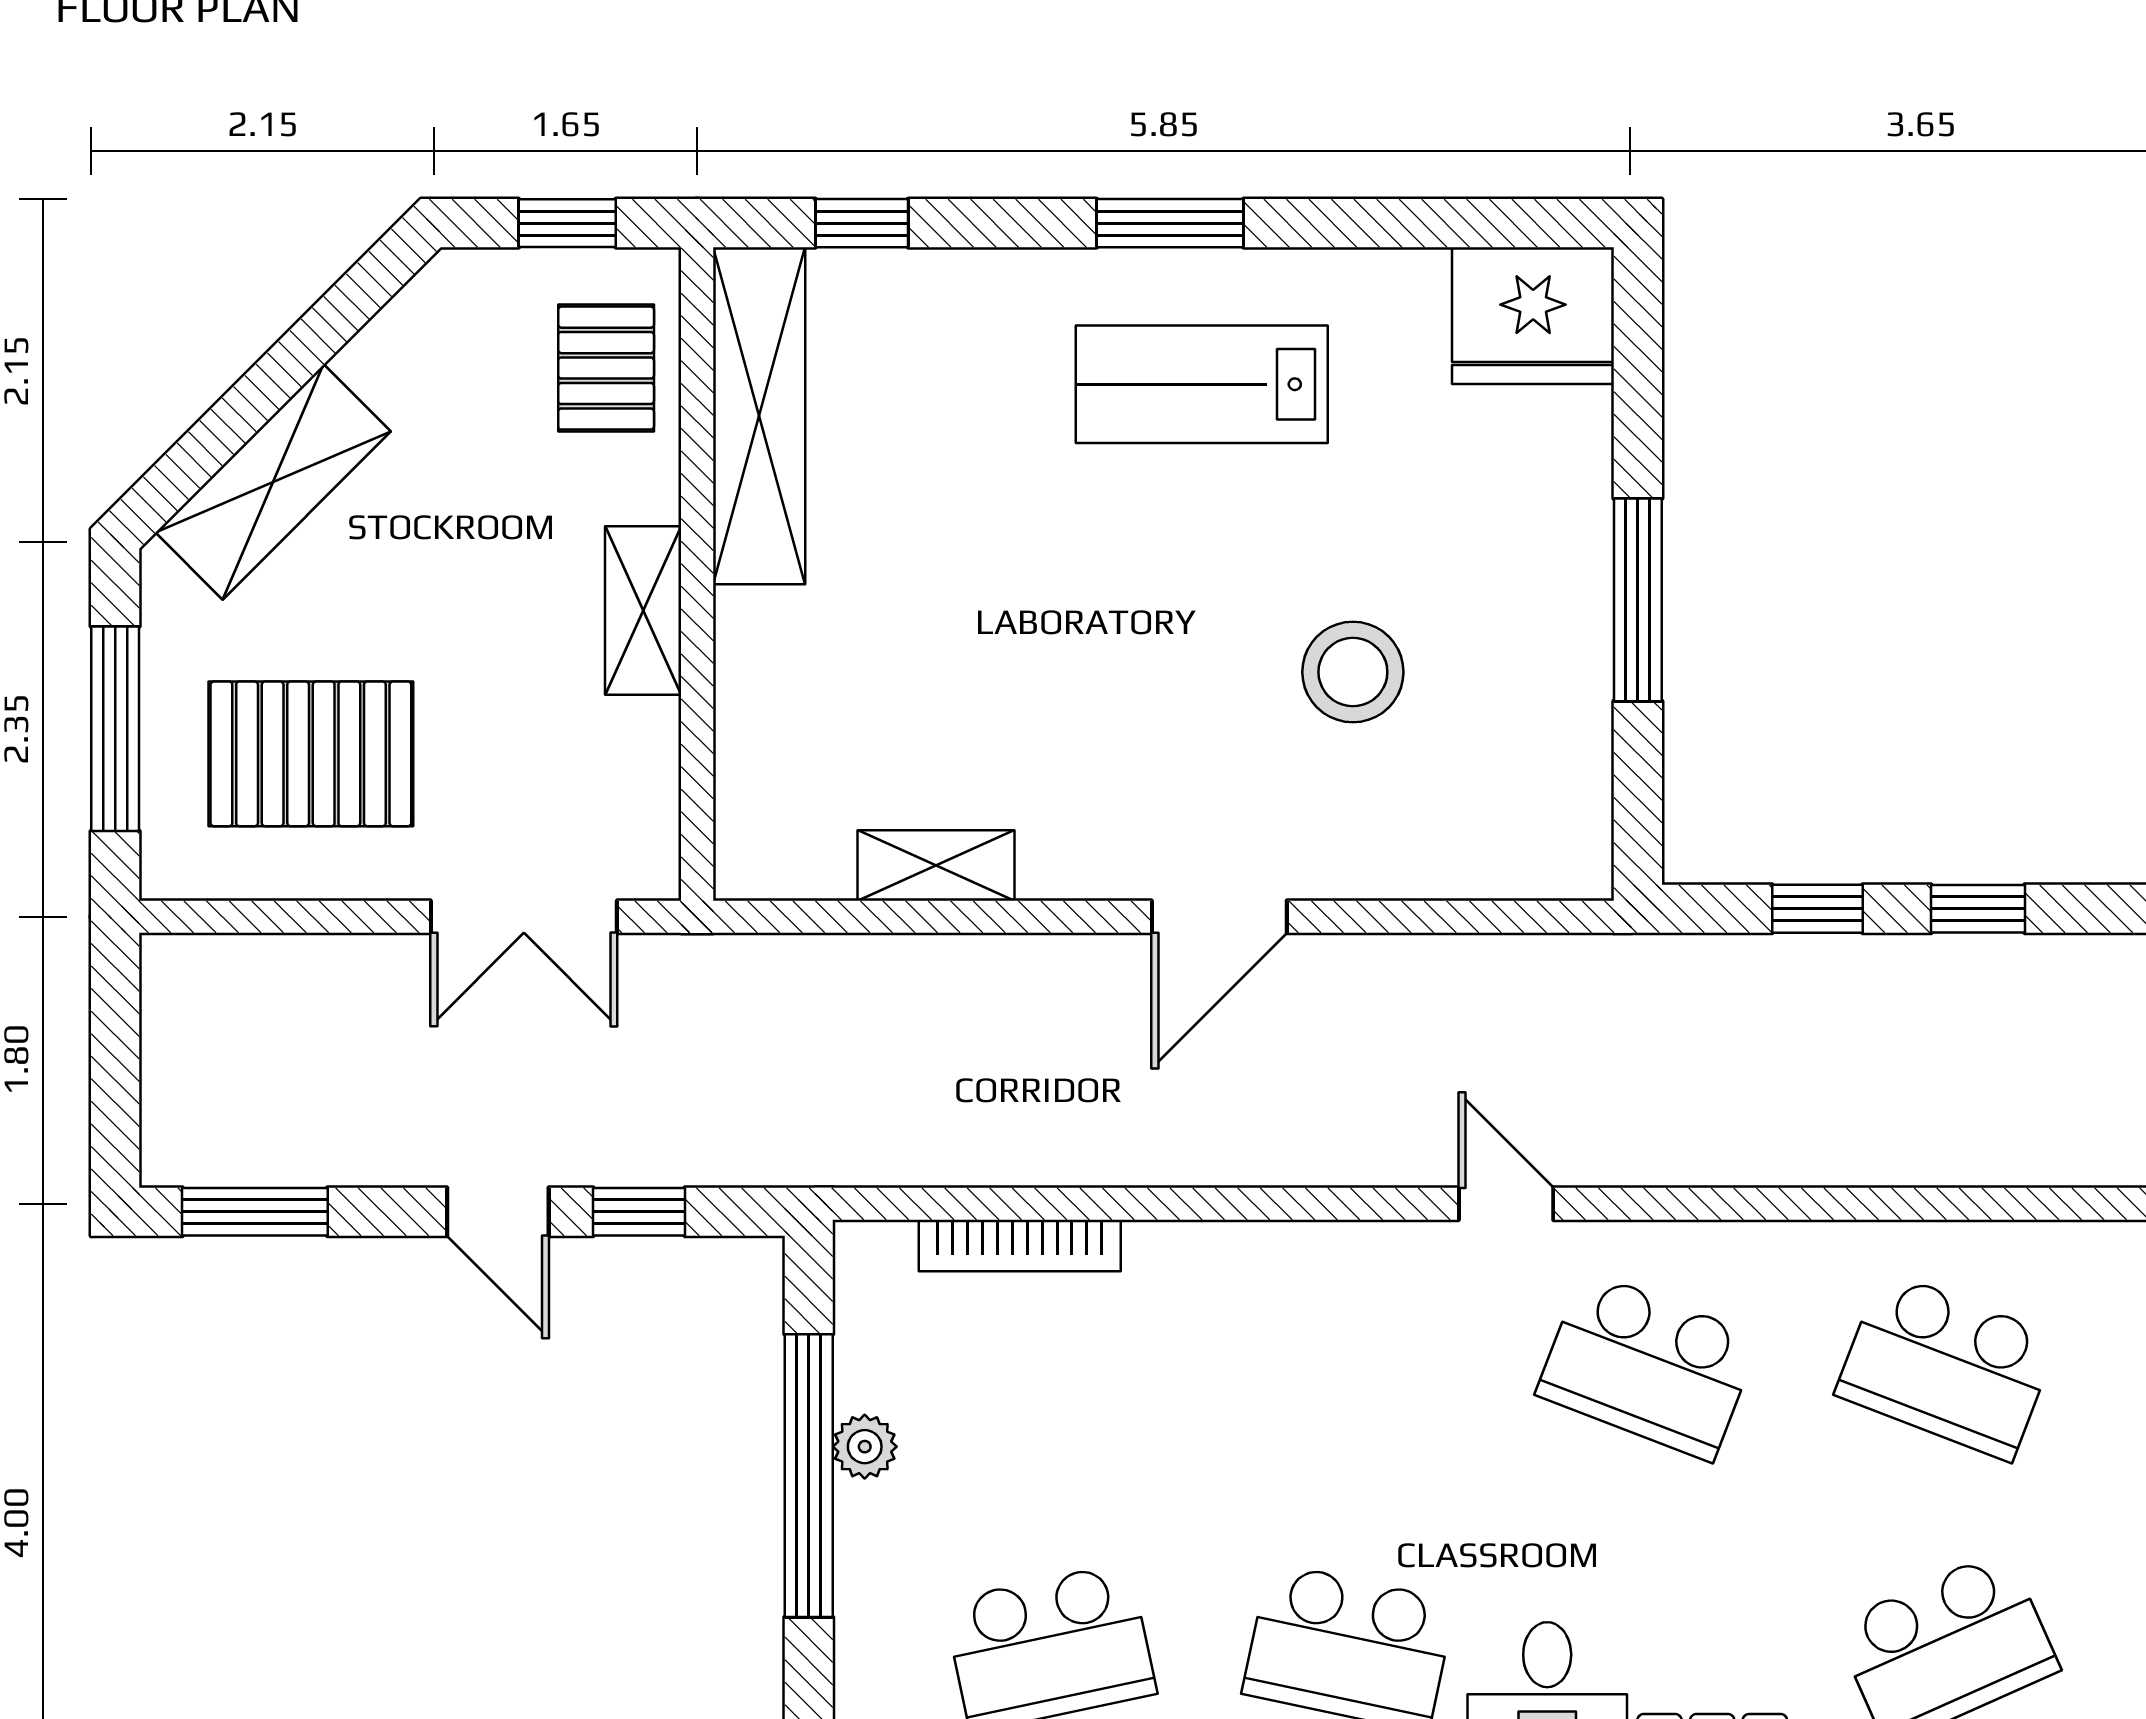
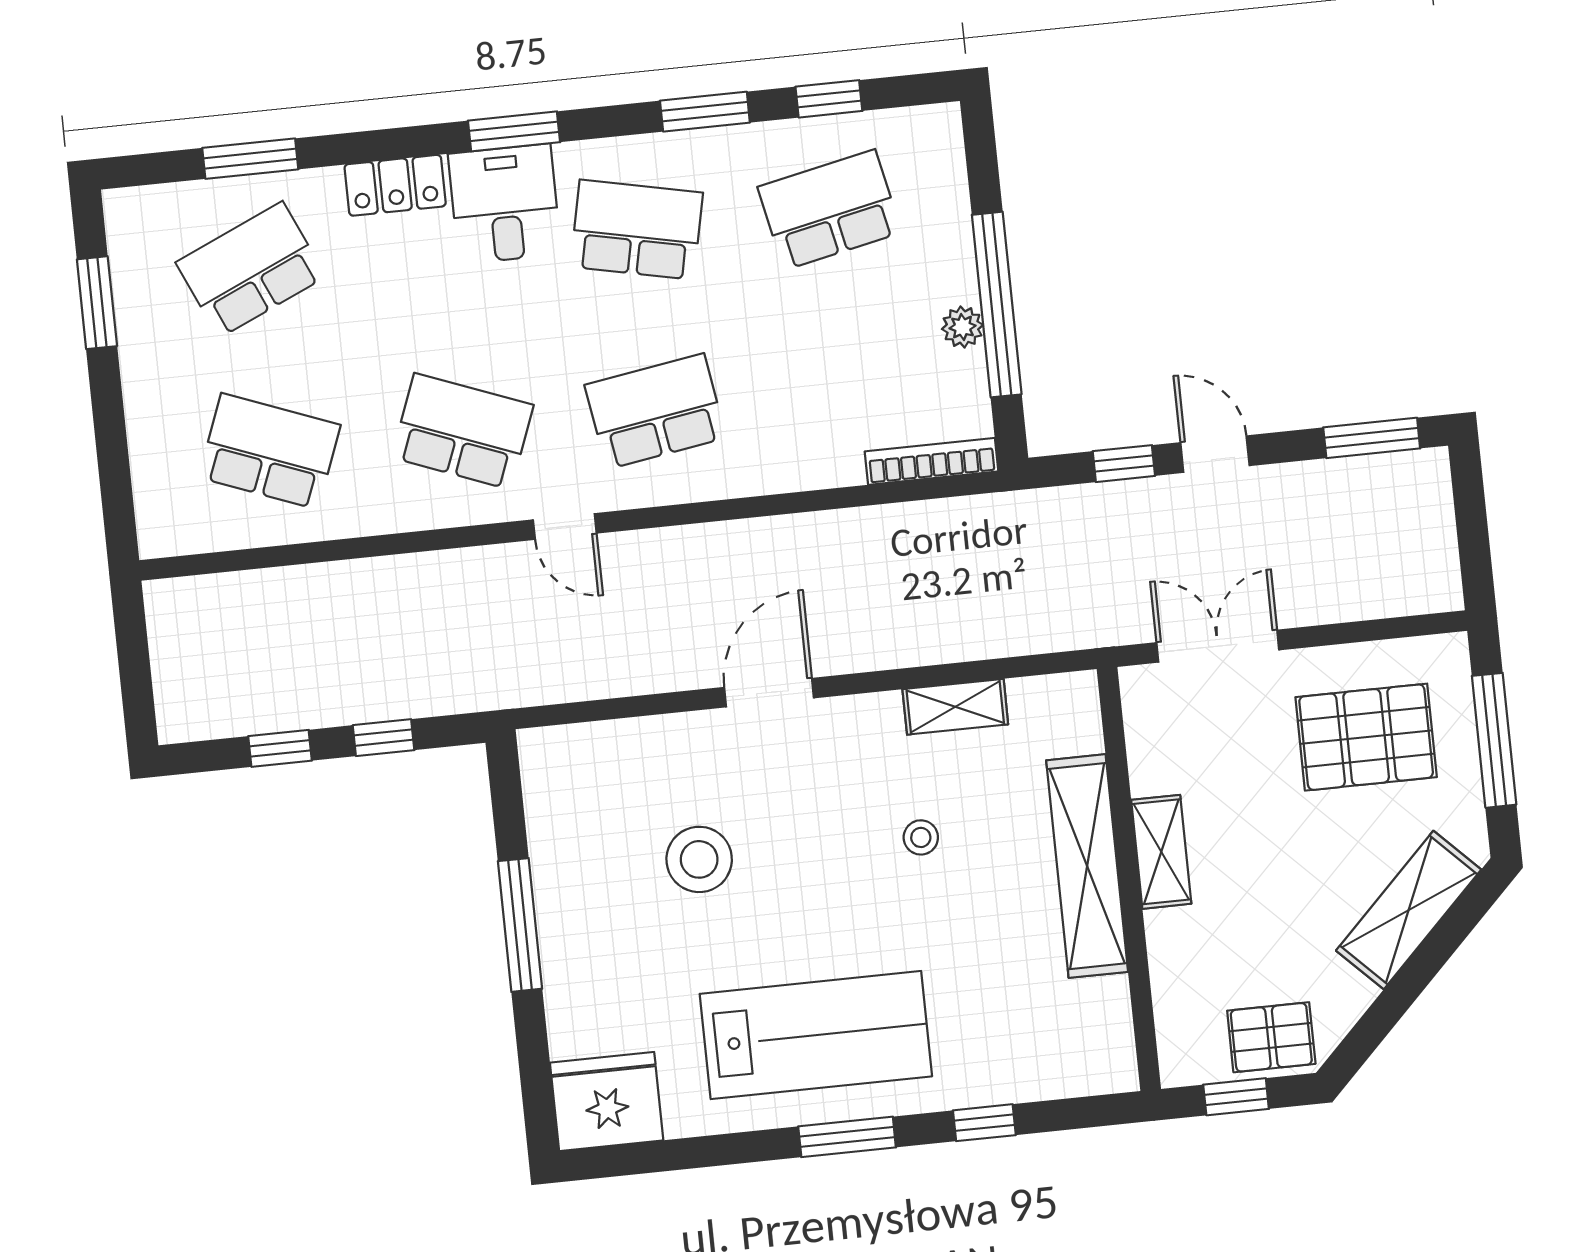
window: (862, 223) -> (984, 1123), moved
pallet: (606, 368) -> (1271, 1037), moved, turned 90
lab bench: (1202, 384) -> (816, 1035), width x1.36, depth x1.39
shelving: (759, 416) -> (1087, 866), moved
stool: (1010, 671) -> (921, 837), added
bookcase: (1020, 1246) -> (932, 461), moved
school desk: (1349, 1366) -> (655, 411), added

